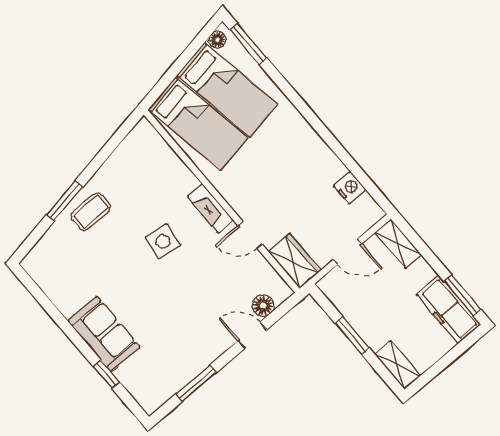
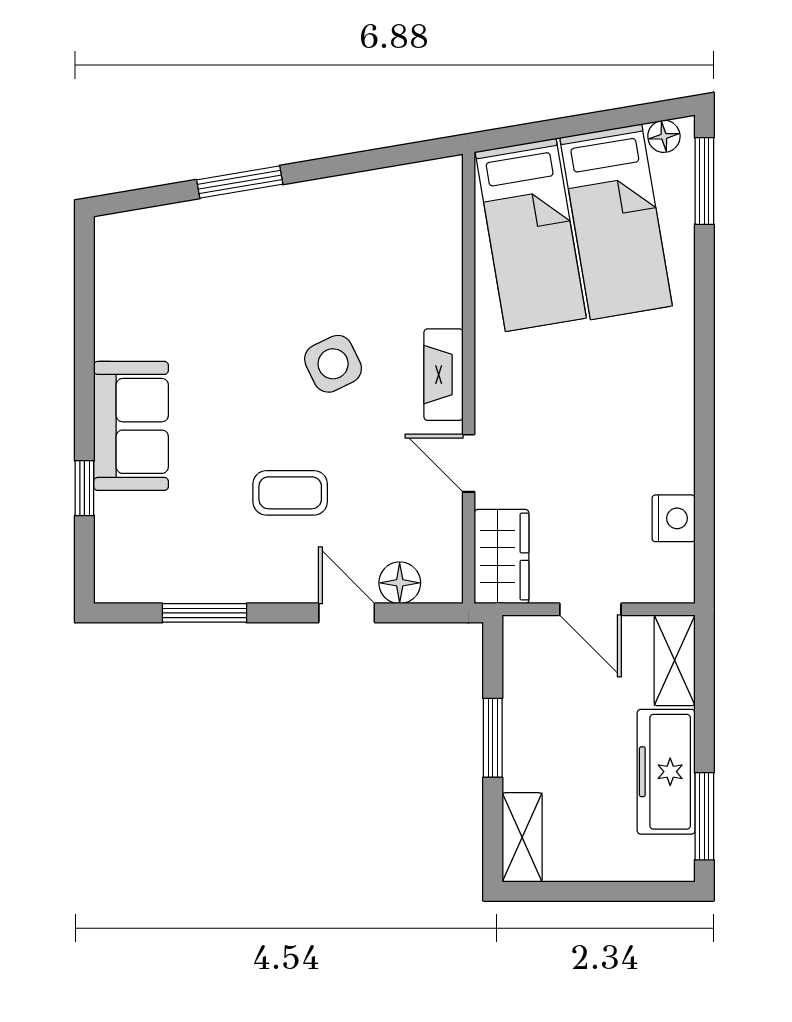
coffee table: (91, 212) -> (290, 493), moved
side table: (163, 241) -> (333, 364), turned -34
freezer: (448, 310) -> (666, 772), moved

